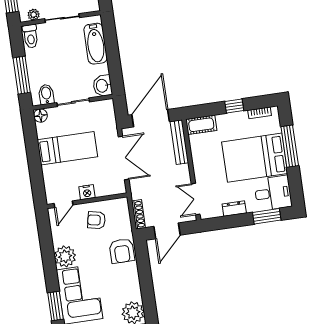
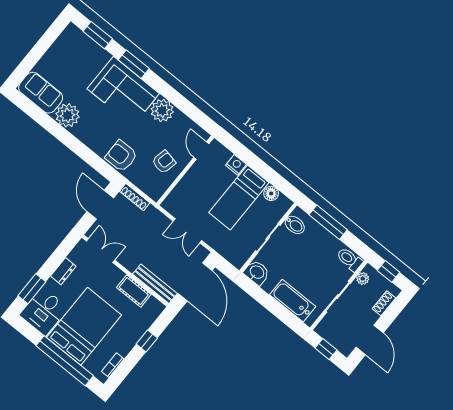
window: (234, 106) -> (147, 341), moved
floor lamp: (40, 116) -> (271, 193), moved
cot: (201, 125) -> (134, 291), moved, turned 90
window: (290, 146) -> (65, 361), width x1.46
double door: (124, 158) -> (187, 231), width x0.73
nightstand: (87, 192) -> (236, 165), moved, turned 90

